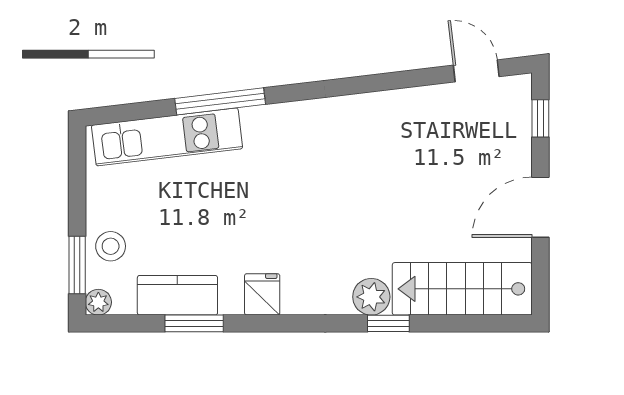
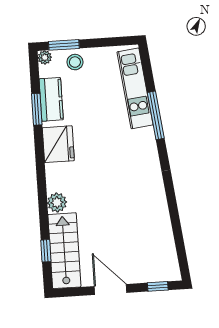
door: (476, 71) -> (181, 251), removed
fridge: (262, 294) -> (58, 144), width x1.88, depth x1.34
window: (388, 323) -> (46, 251), moved

